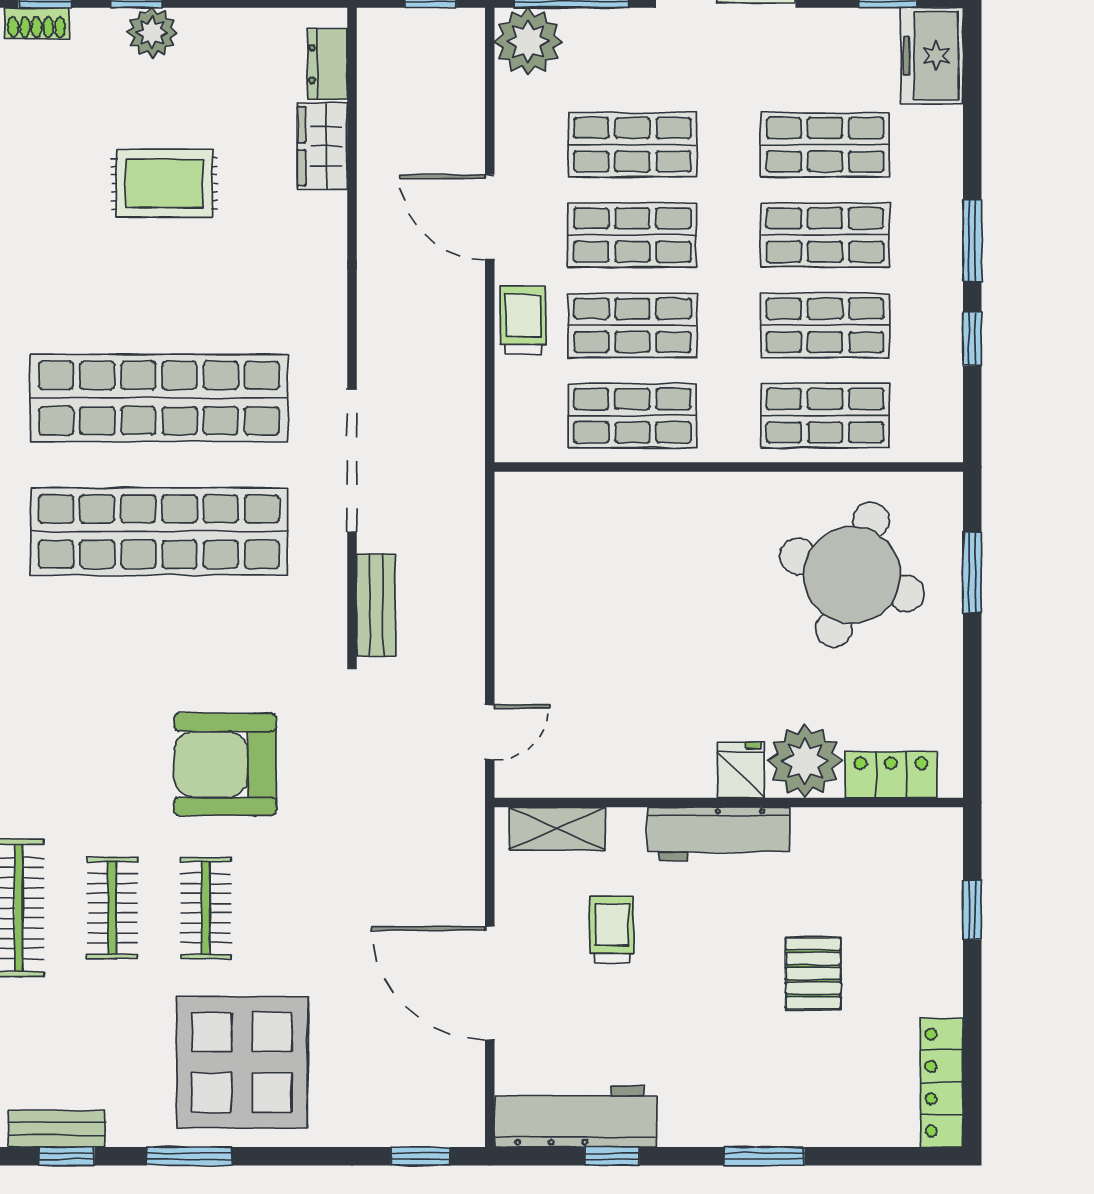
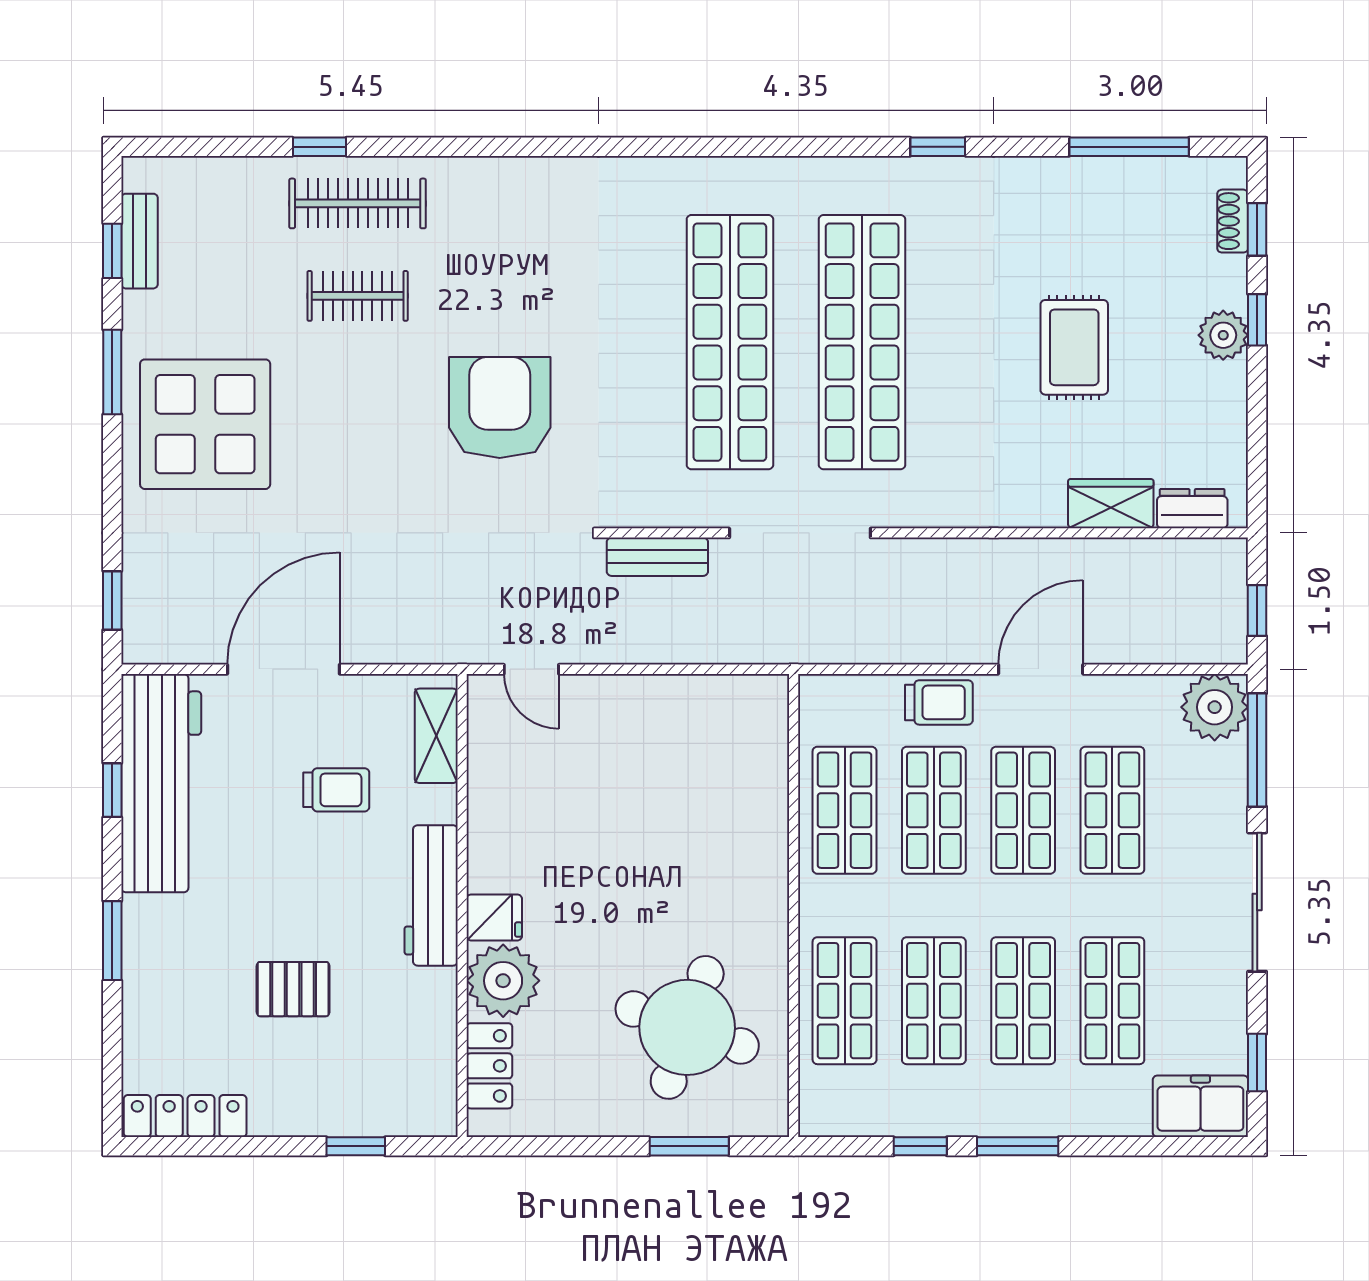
clothes rail: (206, 908) -> (358, 388), removed
workbench: (575, 1117) -> (161, 783), width x1.36, depth x1.32

